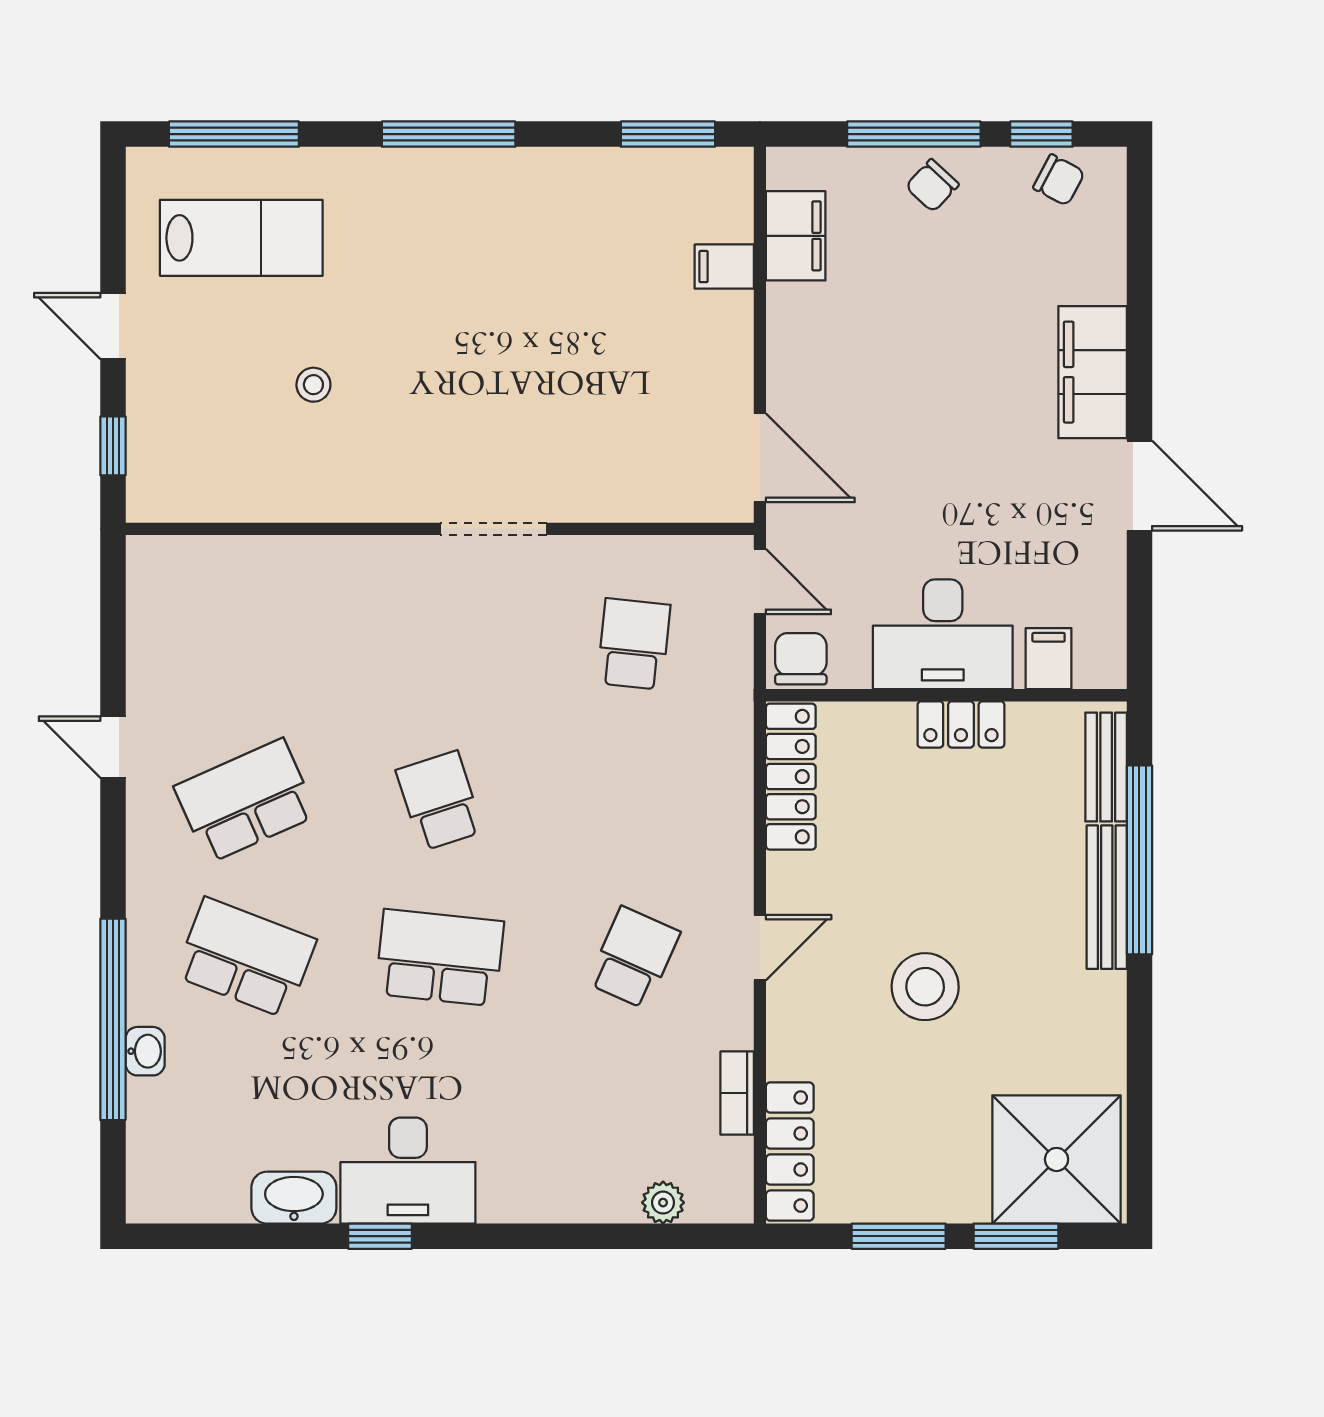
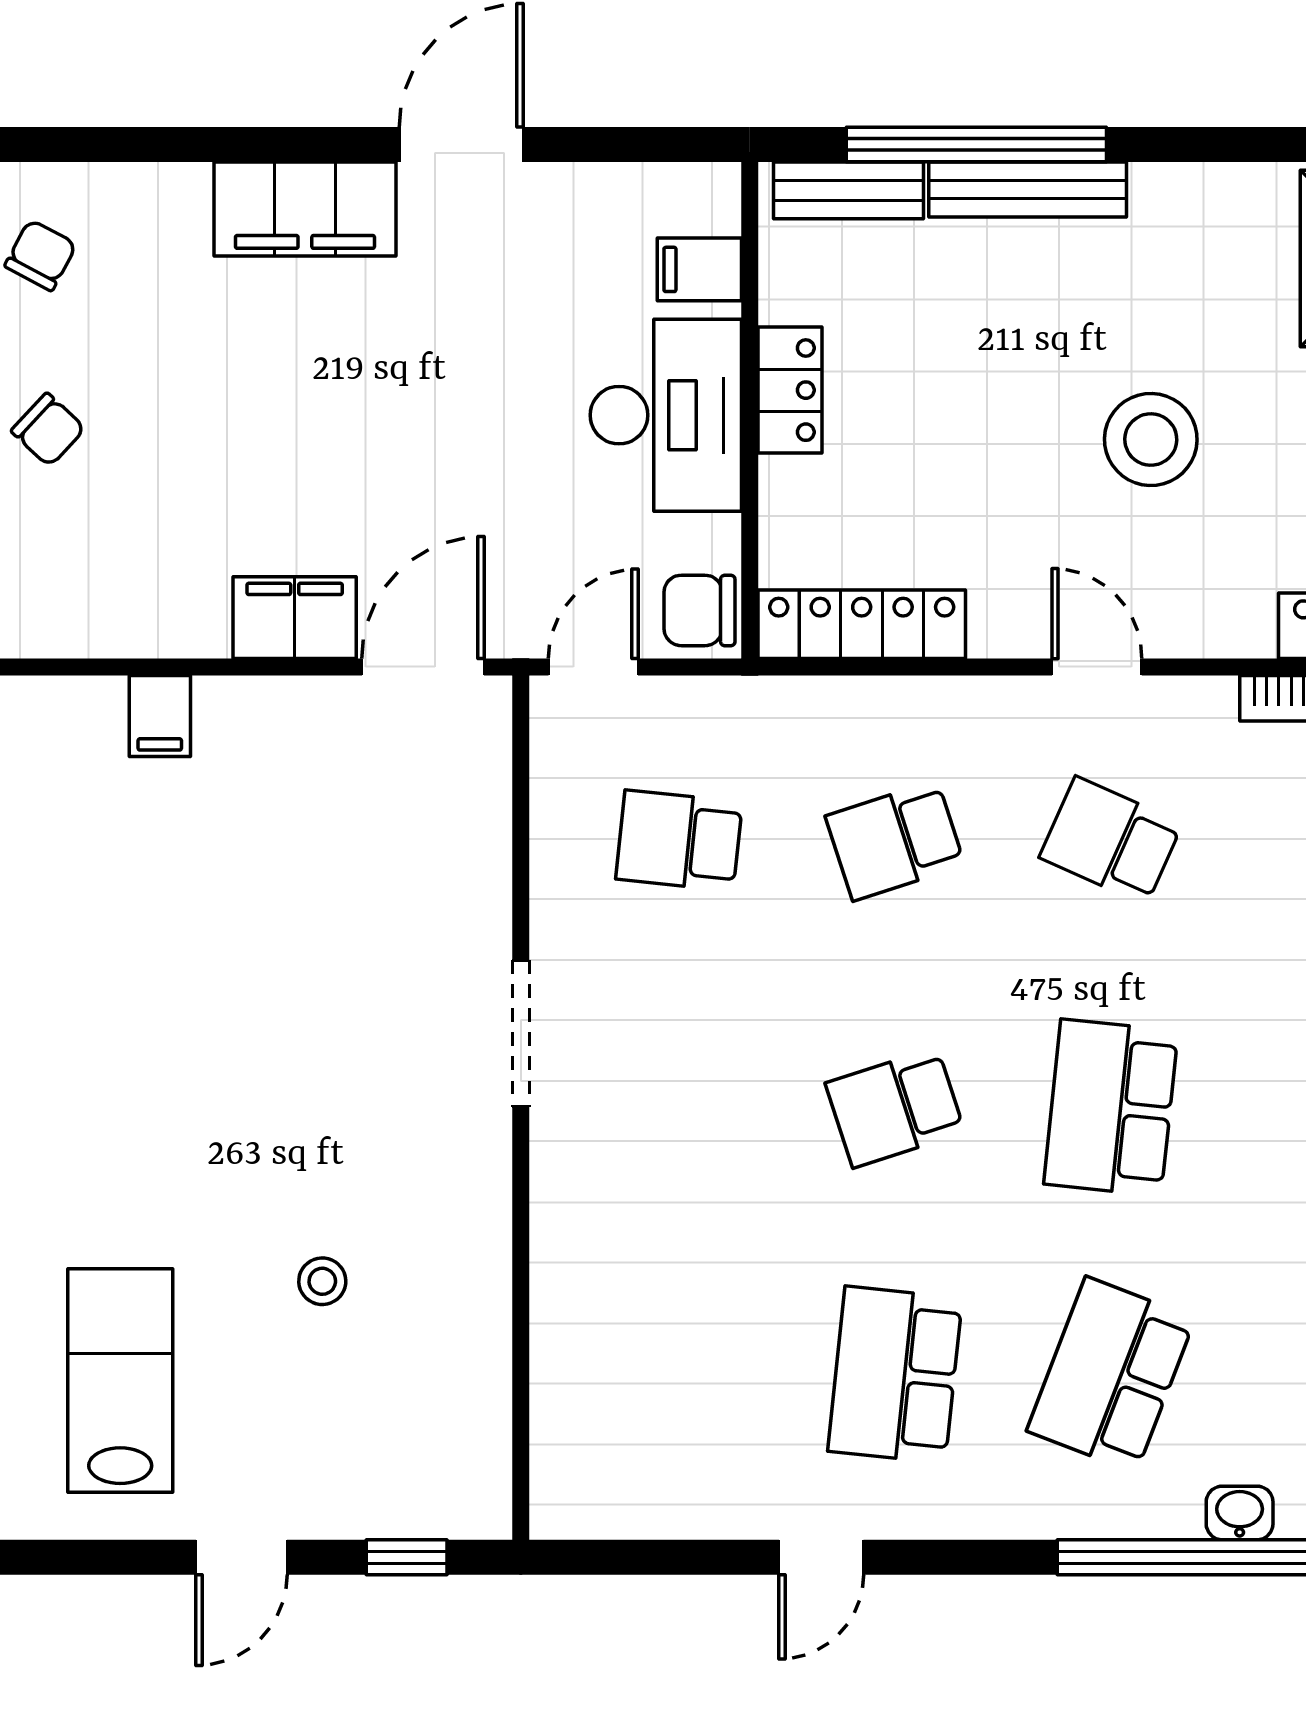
filing cabinet: (796, 236) -> (295, 618), moved
school desk: (246, 801) -> (895, 1375), turned 30
school desk: (634, 801) -> (895, 841), added

